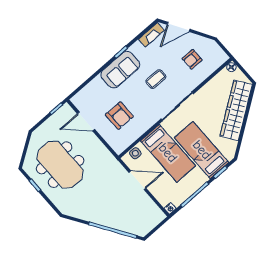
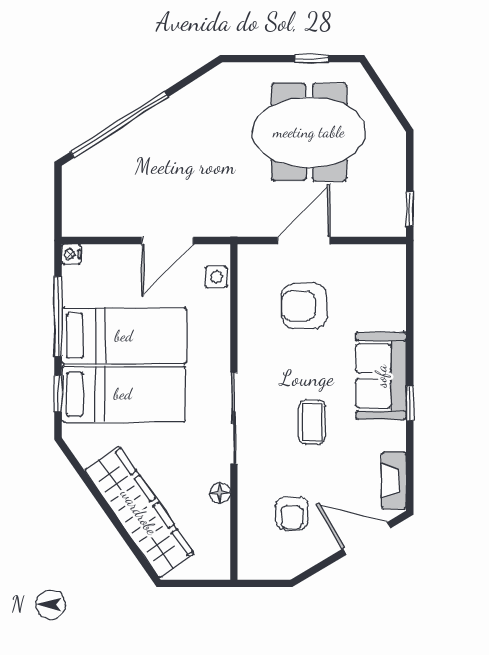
door: (179, 27) -> (367, 538), hinge flipped
armchair: (192, 59) -> (292, 513), turned 180
floor lamp: (231, 67) -> (220, 493), moved
door: (86, 122) -> (304, 240), moved
bed: (168, 153) -> (124, 336), moved, turned 180

